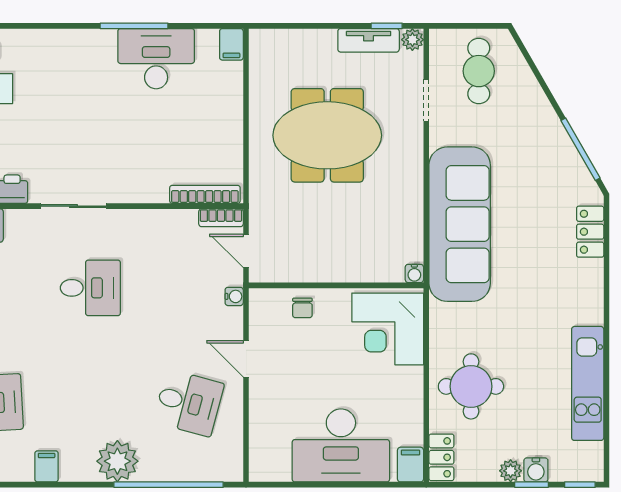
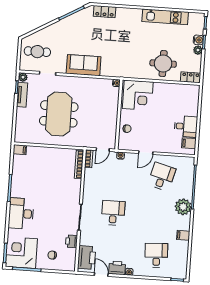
desk: (156, 59) -> (21, 214), moved
sofa: (460, 224) -> (84, 65), width x0.54, depth x0.79
desk: (341, 445) -> (186, 126), width x0.53, depth x0.77
filing cabinet: (410, 465) -> (189, 143), moved

